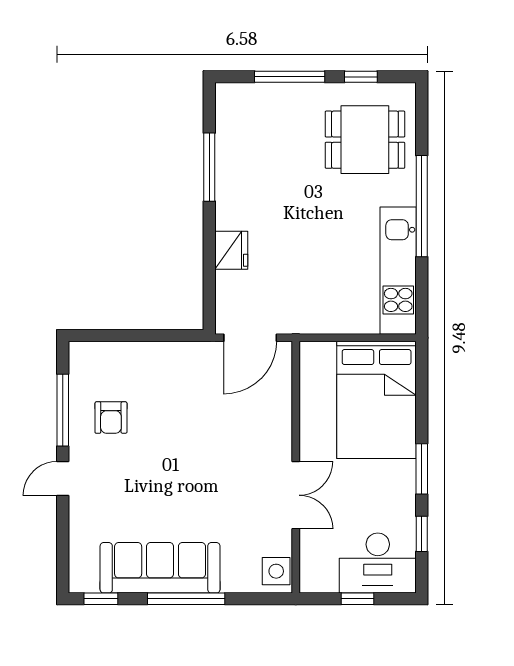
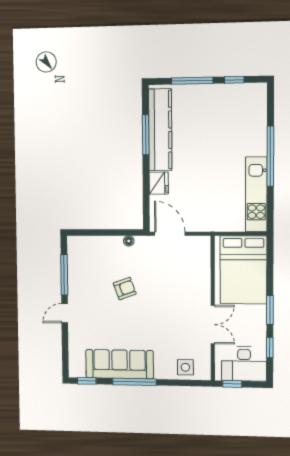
dining table: (365, 140) -> (237, 117), removed
kitchen counter: (234, 159) -> (160, 130), added
door: (250, 338) -> (170, 234), swing flipped
floor lamp: (178, 350) -> (129, 241), added
armchair: (111, 418) -> (125, 289), moved, turned -110
wall: (296, 467) -> (213, 308), moved
double door: (296, 495) -> (213, 325), moved

